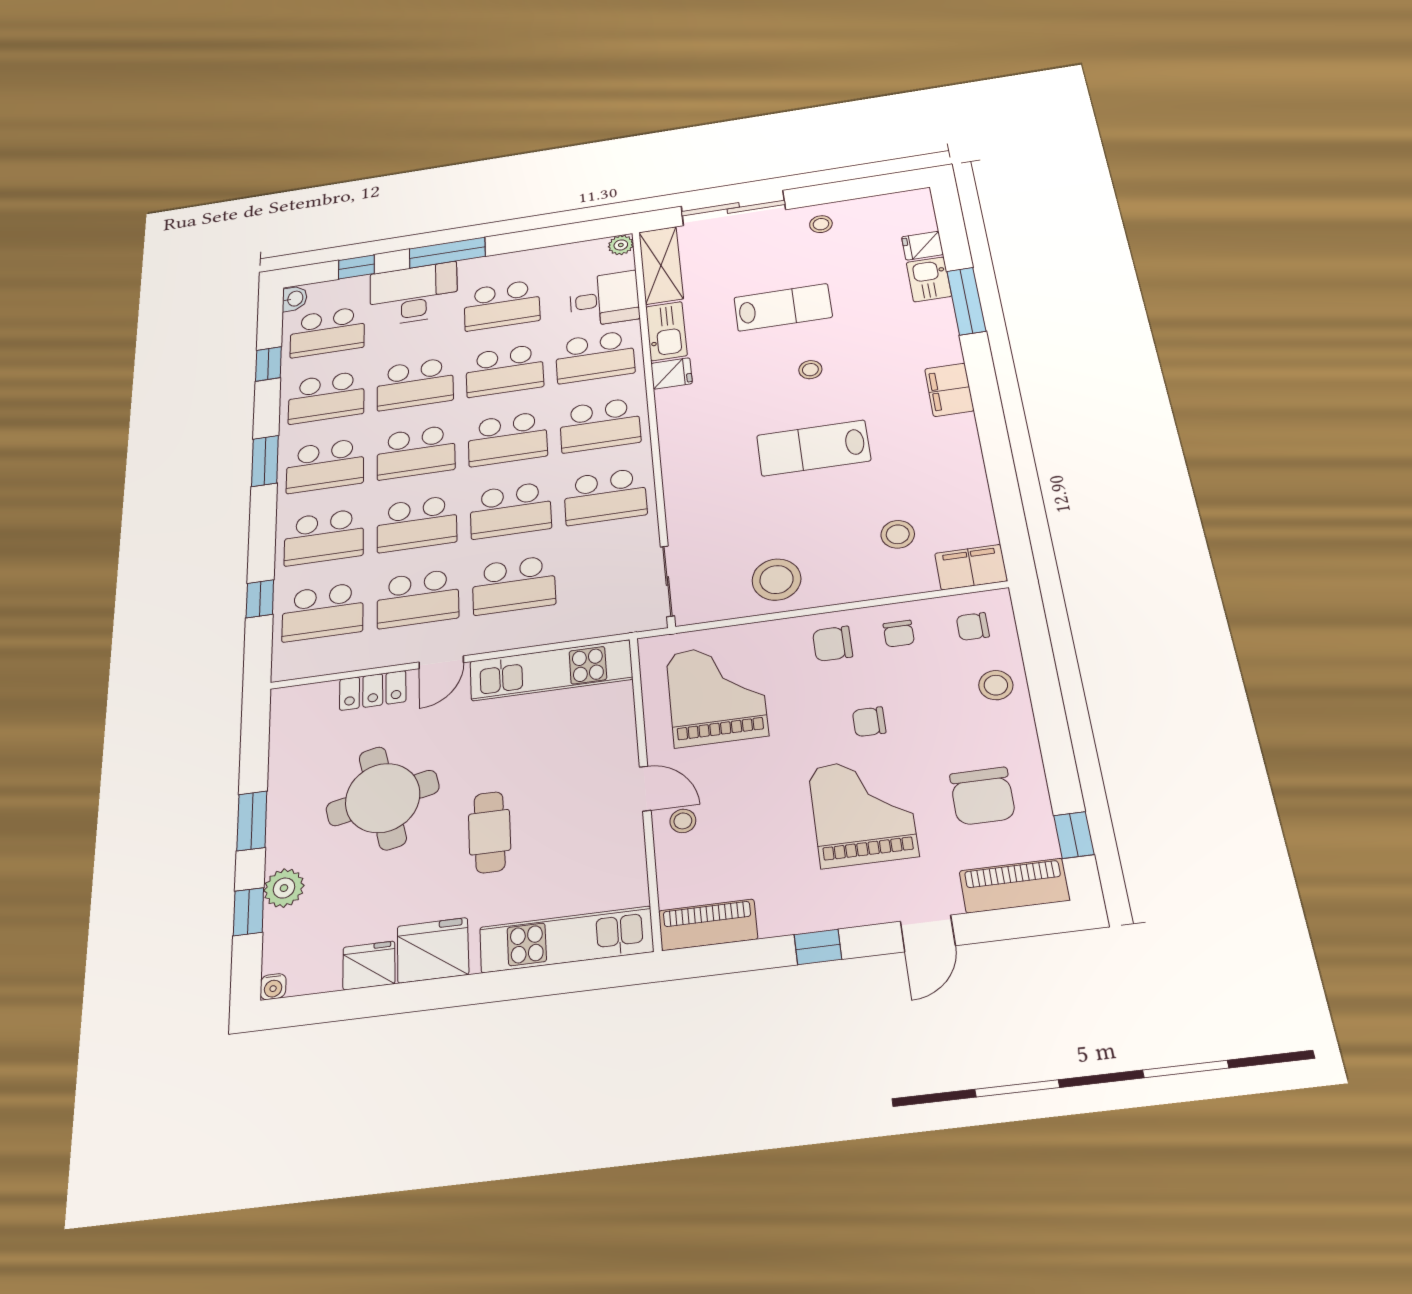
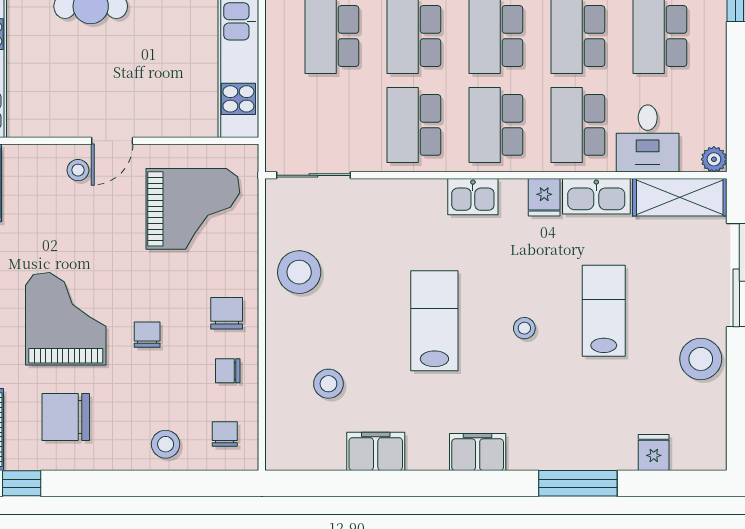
stool: (821, 224) -> (701, 359), width x1.89, depth x1.89
kitchen sink: (929, 279) -> (473, 197), moved, turned 180
lab bench: (783, 307) -> (604, 311), turned 180
filing cabinet: (971, 567) -> (376, 451), moved, turned -90
grand piano: (863, 811) -> (66, 319), turned -90

